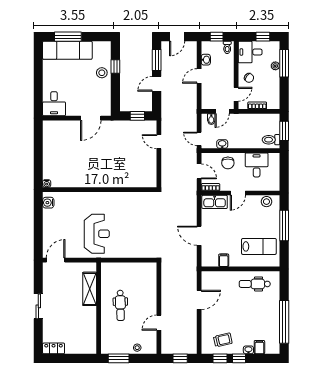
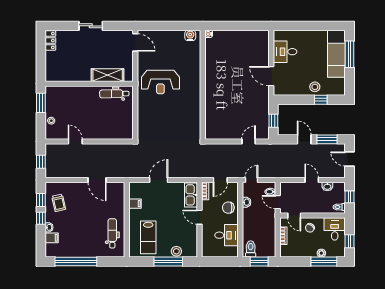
desk: (54, 104) -> (285, 52), moved
stool: (266, 202) -> (176, 251), moved
dental chair: (120, 305) -> (114, 94), moved

